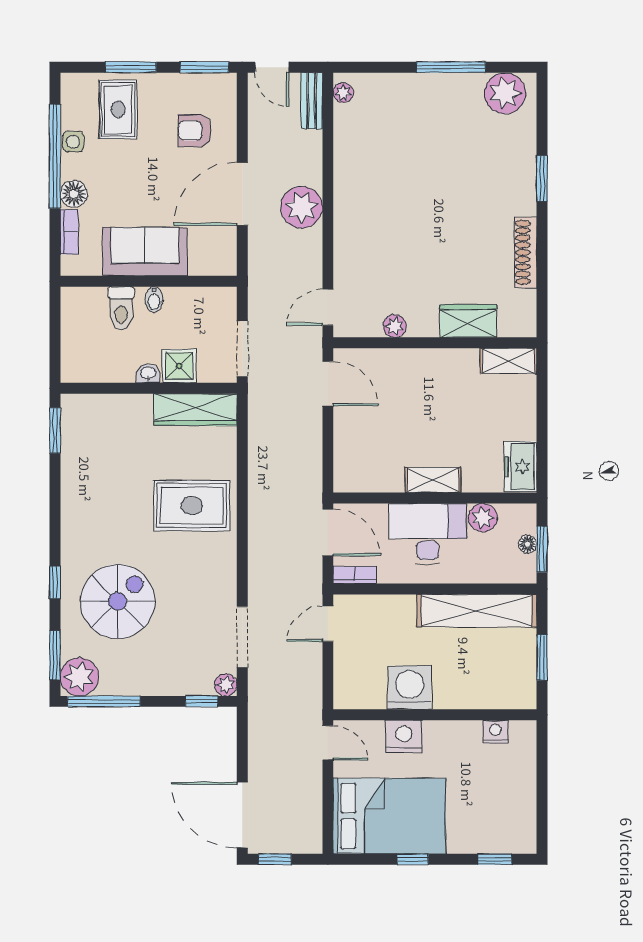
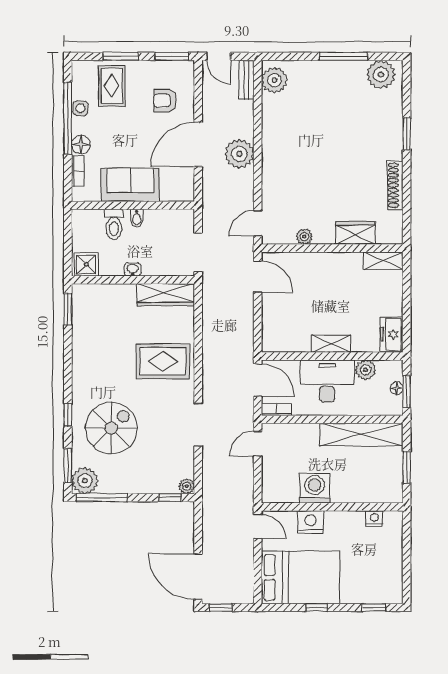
plant: (343, 93) -> (274, 80), width x1.88, depth x1.88
shower: (179, 366) -> (86, 264), moved
doorway: (242, 637) -> (198, 425), moved

